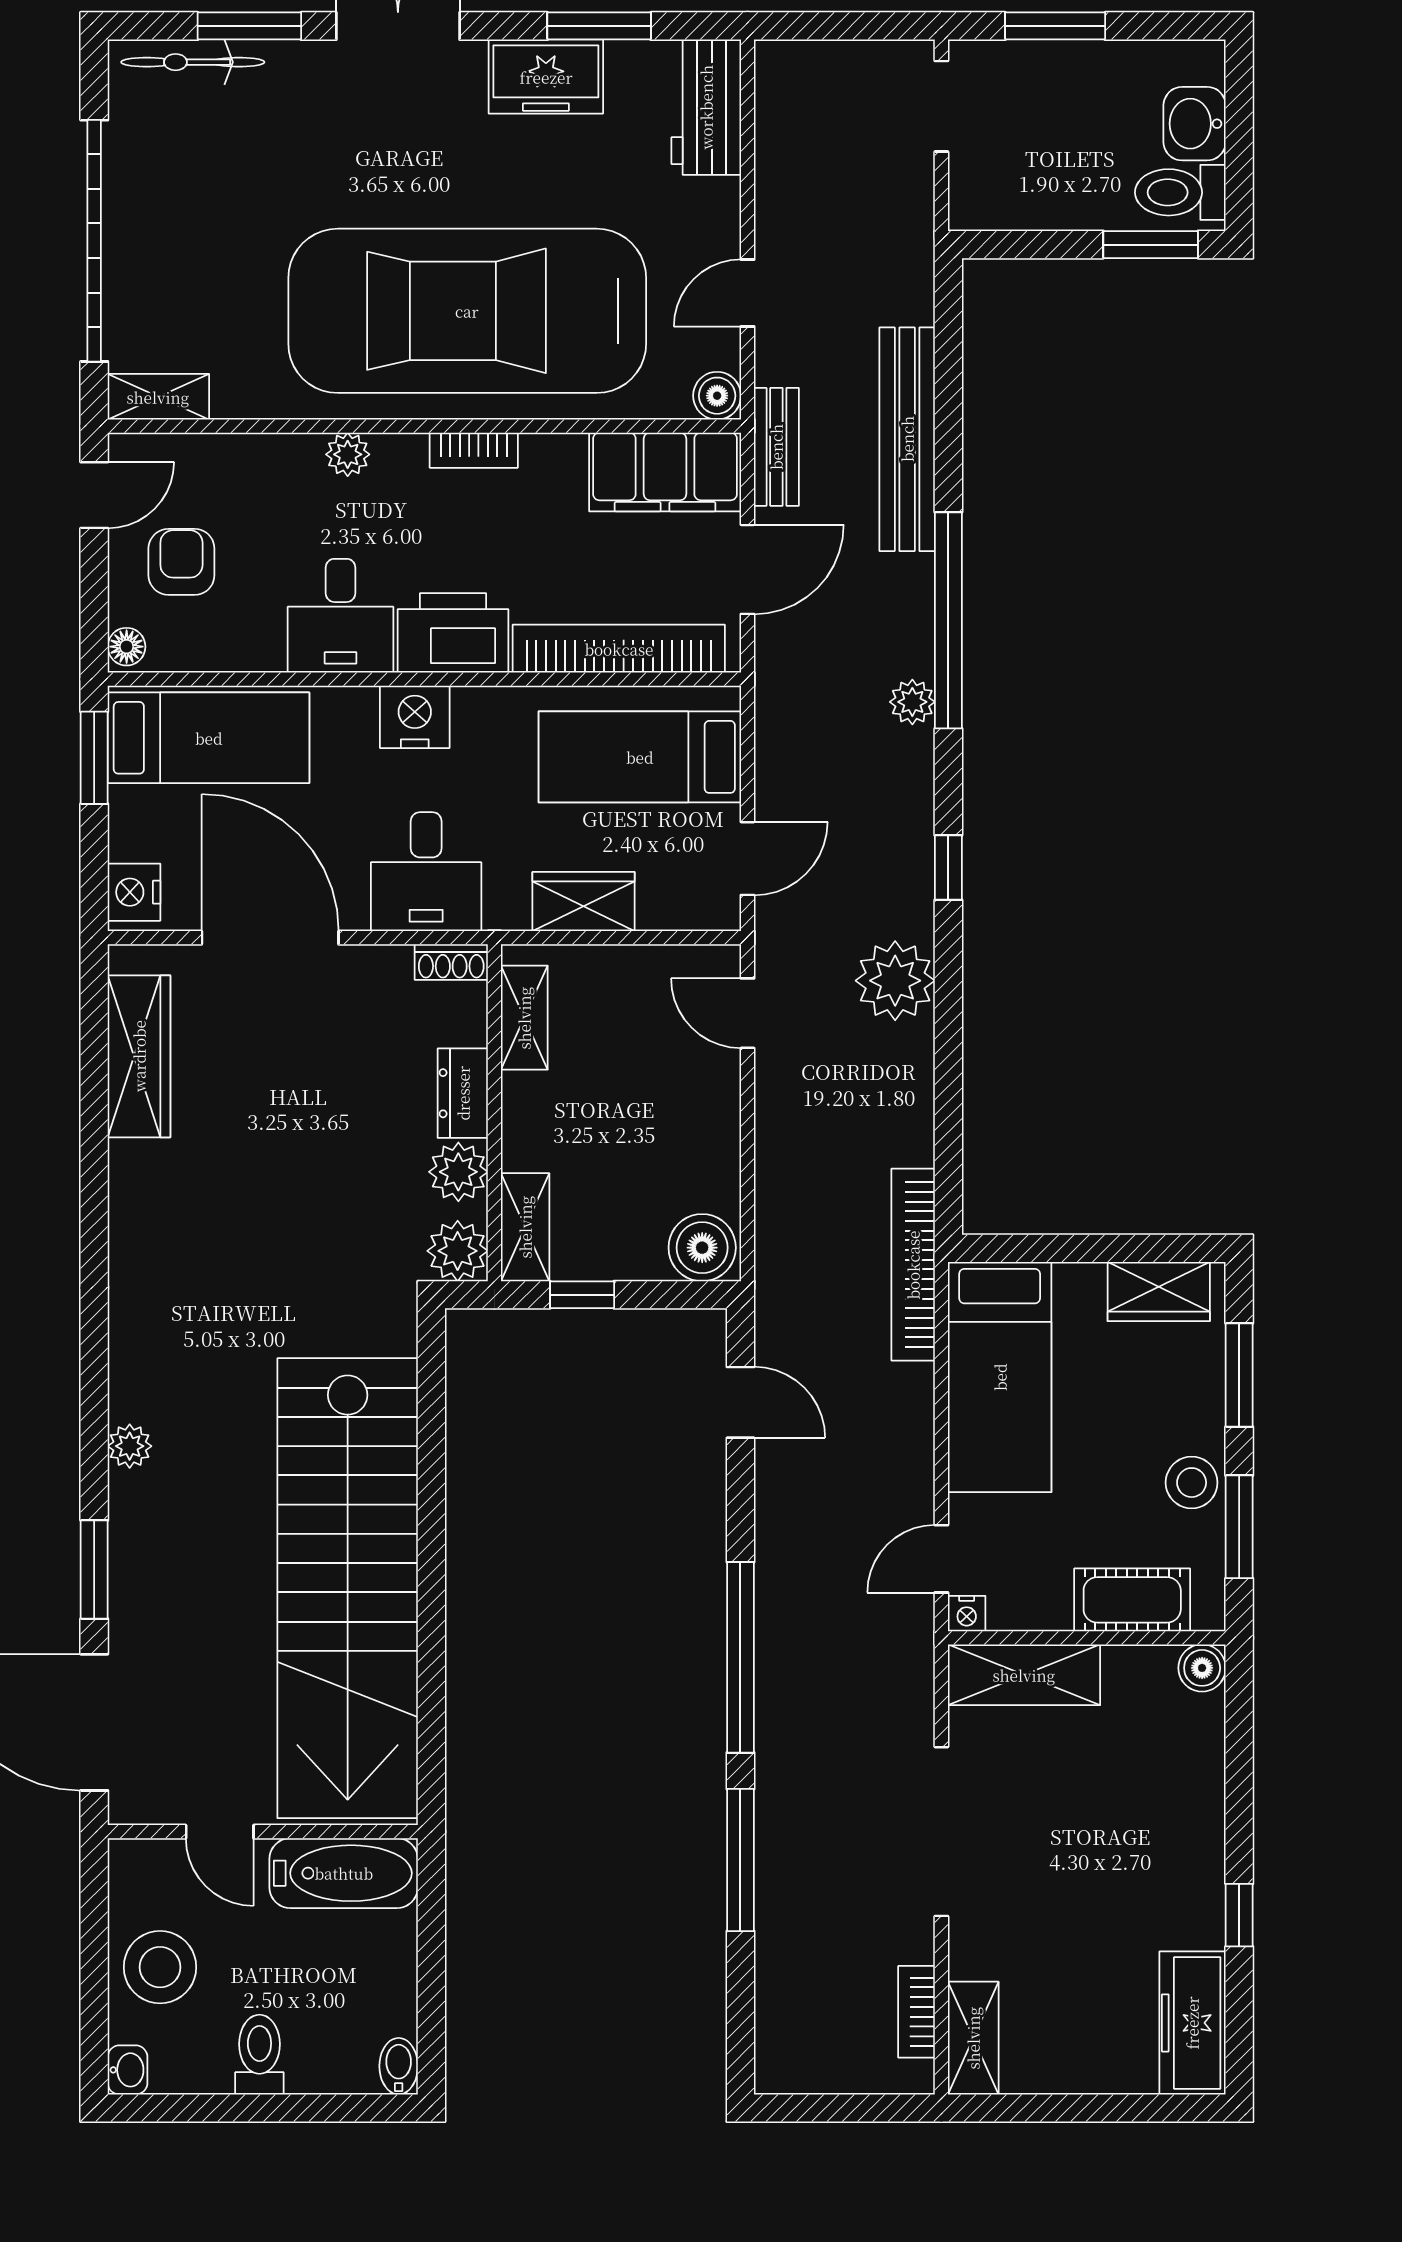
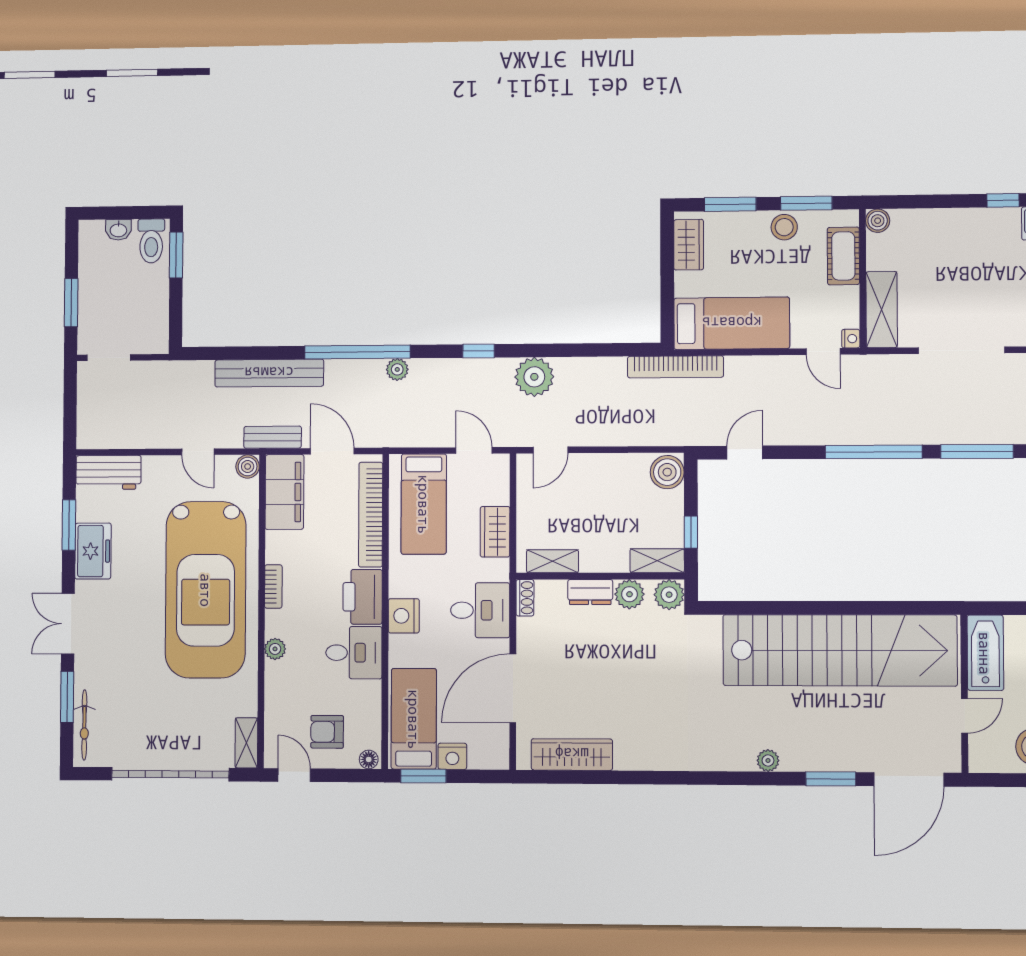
washbasin: (1195, 124) -> (118, 230), width x0.72, depth x0.69
nightstand: (134, 892) -> (452, 756), moved

